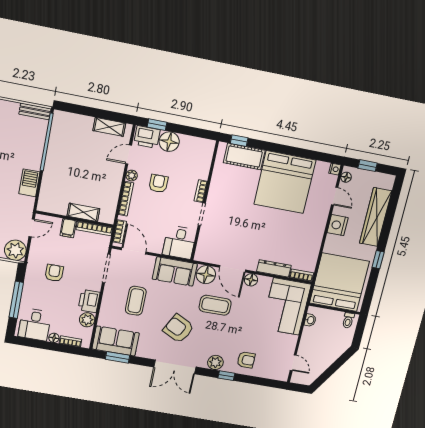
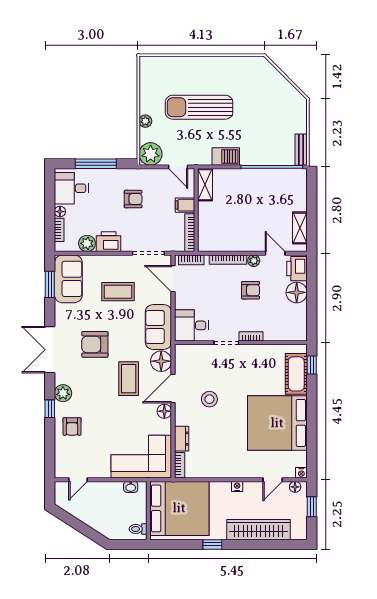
window: (157, 125) -> (312, 276), removed
shelving: (83, 212) -> (205, 185), moved
nightstand: (338, 225) -> (237, 486), width x0.53, depth x0.56
stool: (249, 239) -> (209, 399), added
door: (134, 251) -> (173, 279), swing flipped
dresser: (274, 268) -> (182, 439), width x0.70
armchair: (179, 329) -> (95, 344), turned -117

